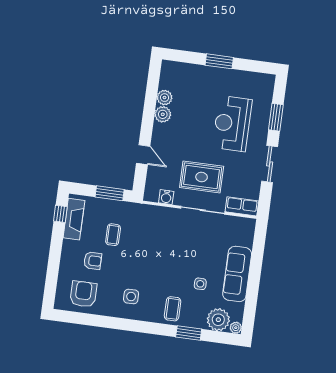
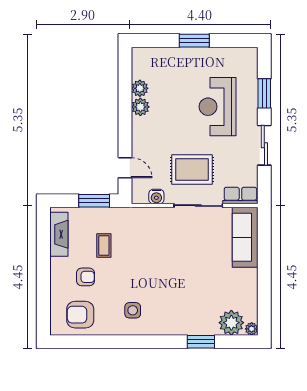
door: (143, 155) -> (125, 168), moved
window: (60, 214) -> (43, 231), removed
sofa: (237, 274) -> (245, 237), moved
side table: (200, 284) -> (206, 286), removed
armchair: (83, 294) -> (80, 315), turned -90
coffee table: (173, 309) -> (180, 318), removed

